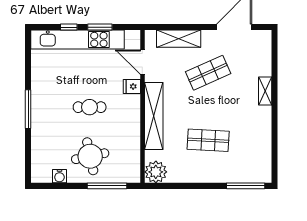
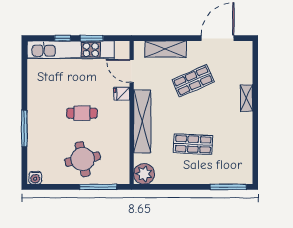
window: (28, 109) -> (24, 128), moved
water cooler: (59, 176) -> (35, 178), moved

